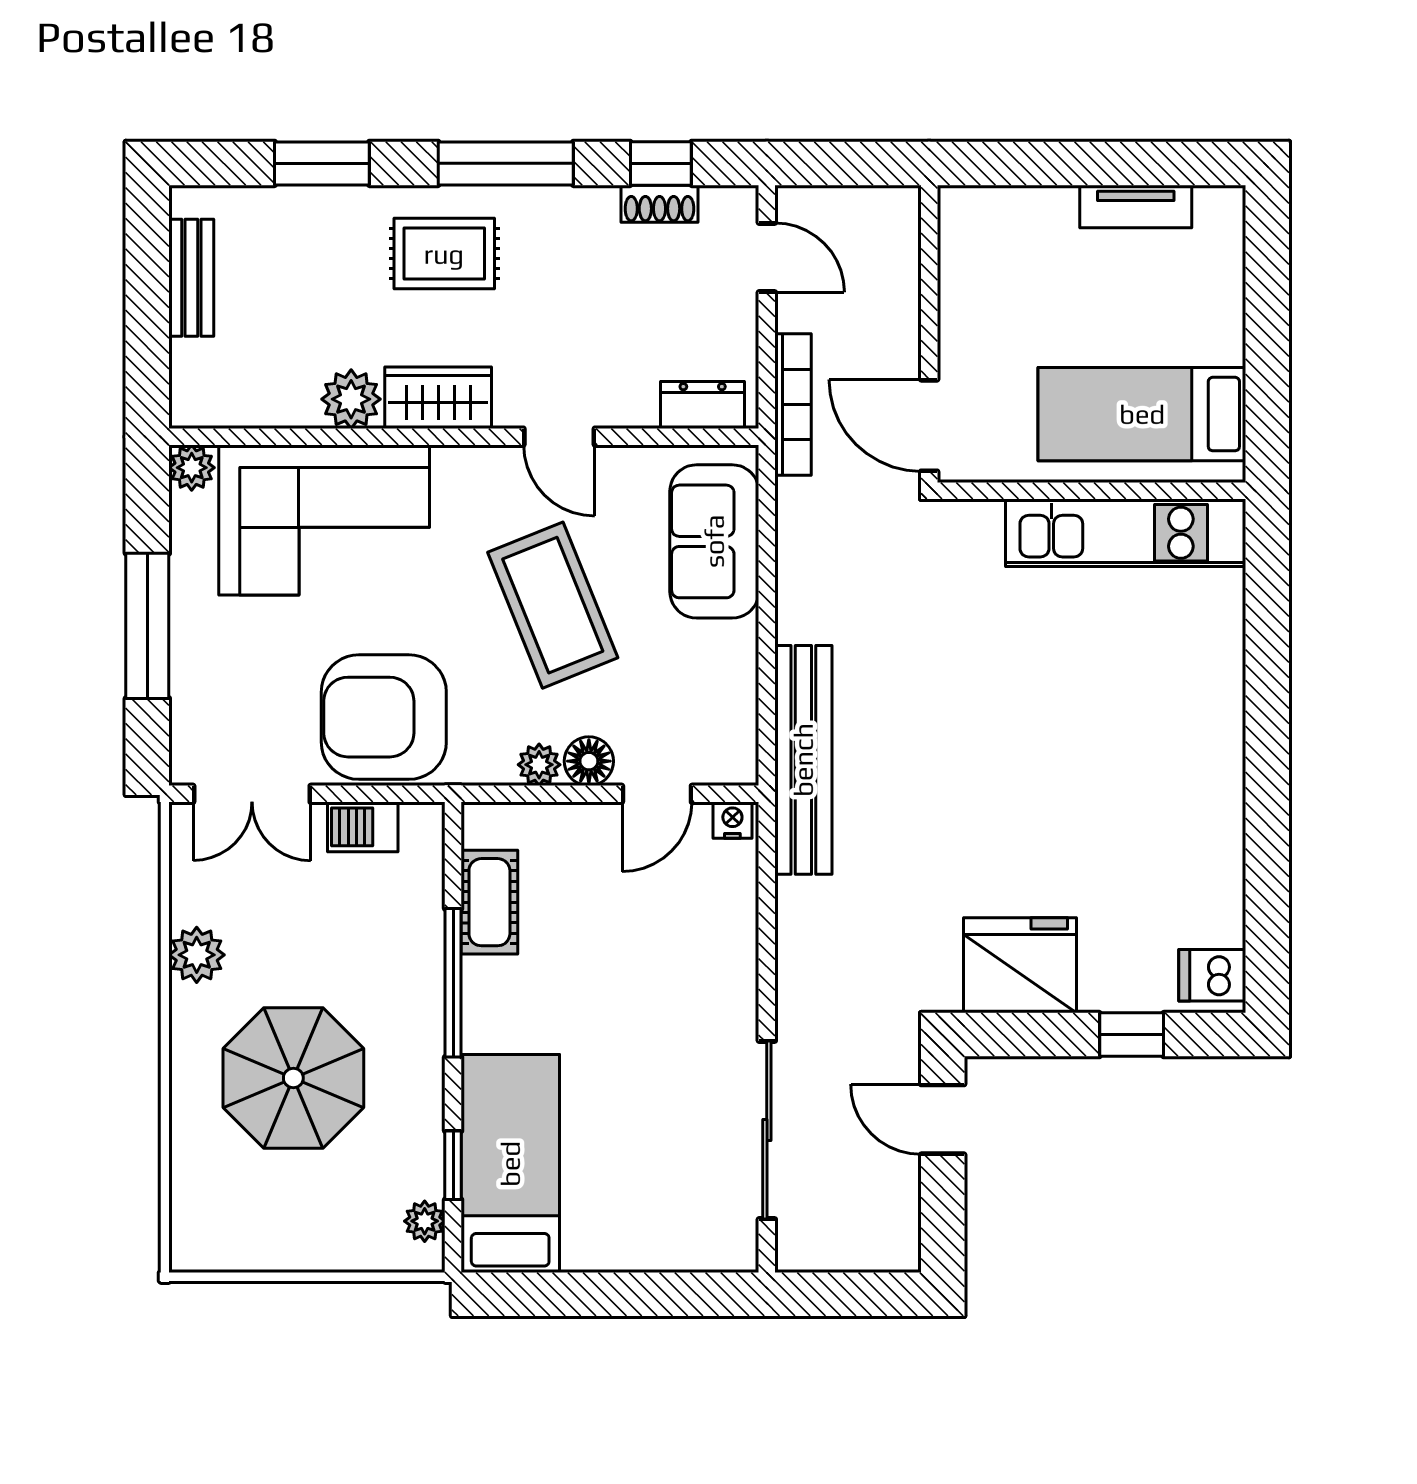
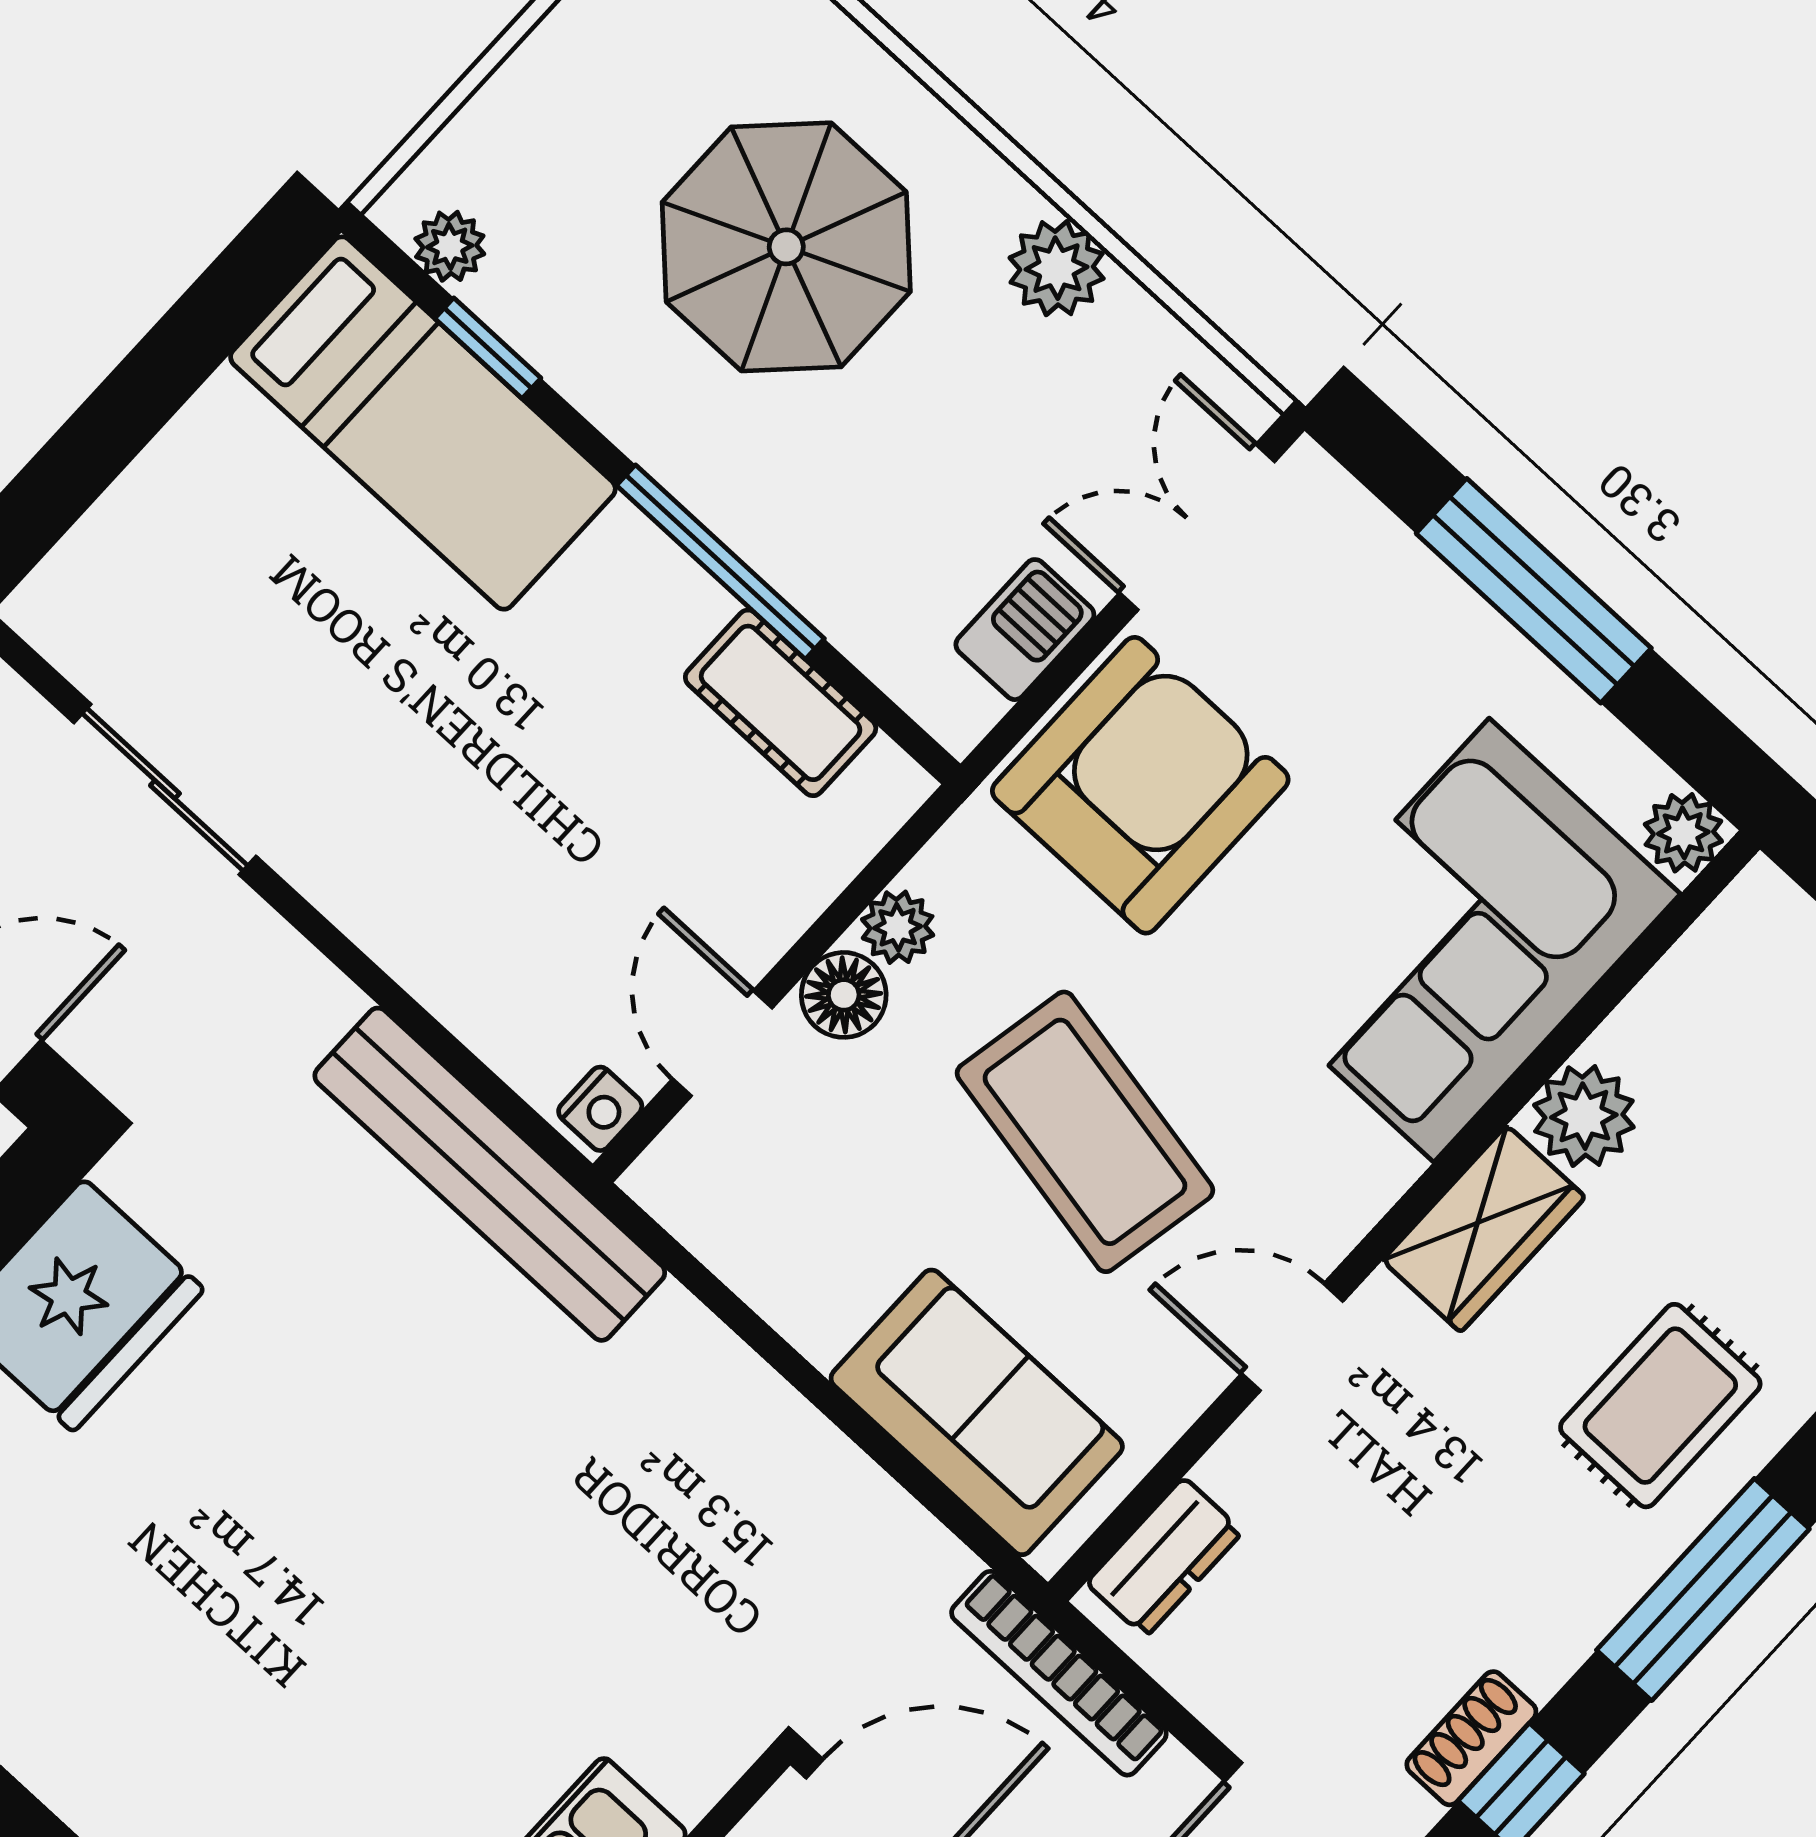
coffee table: (553, 605) -> (1085, 1132), turned 33
bench: (803, 760) -> (490, 1174), moved
sliding door: (767, 1130) -> (165, 789), width x0.73

